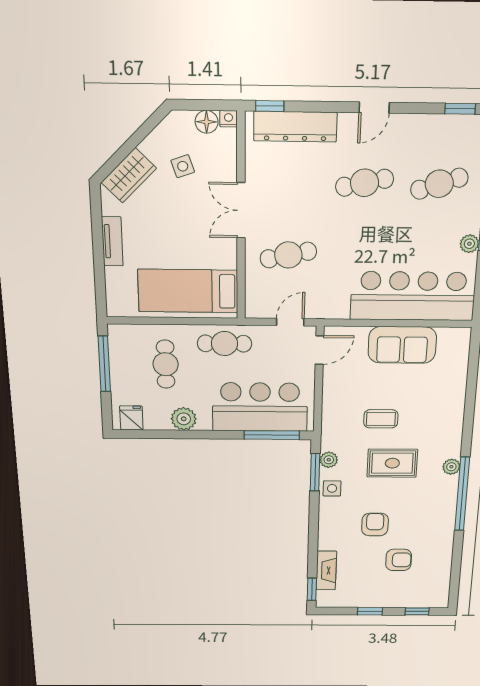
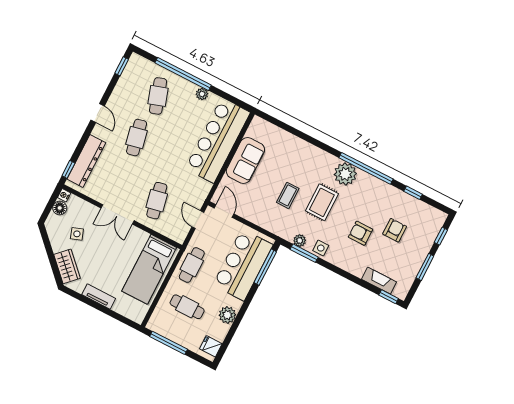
plant: (451, 467) -> (345, 174), width x1.88, depth x1.88
window: (457, 559) -> (413, 193), added
window: (370, 611) -> (425, 267), width x1.50

